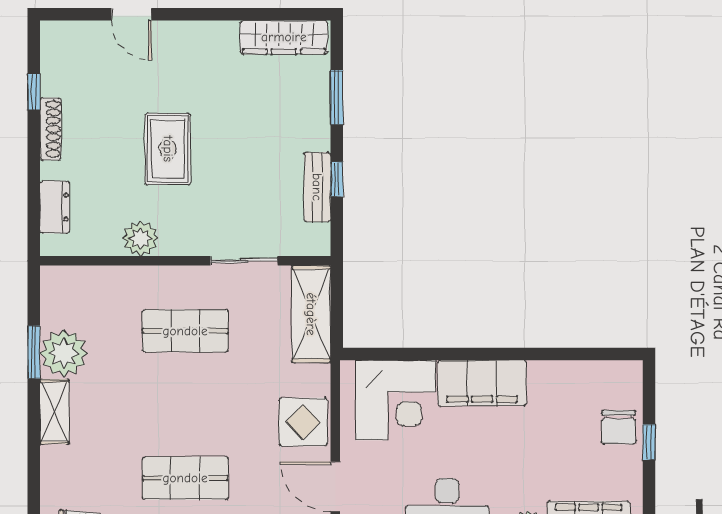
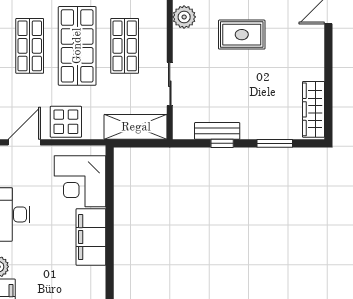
shop shelf: (185, 405) -> (77, 46), added

